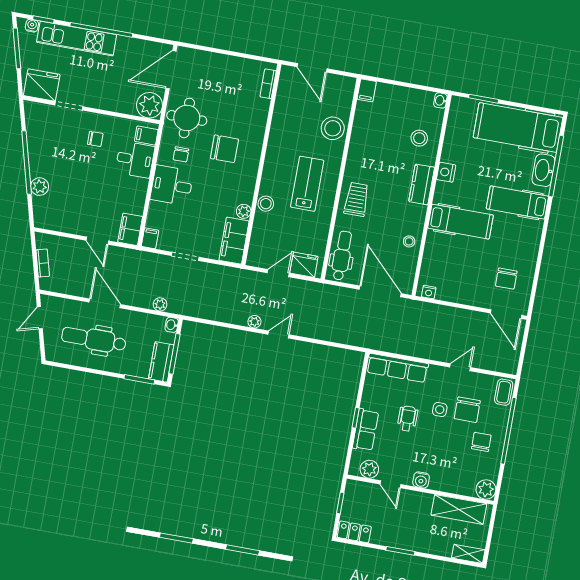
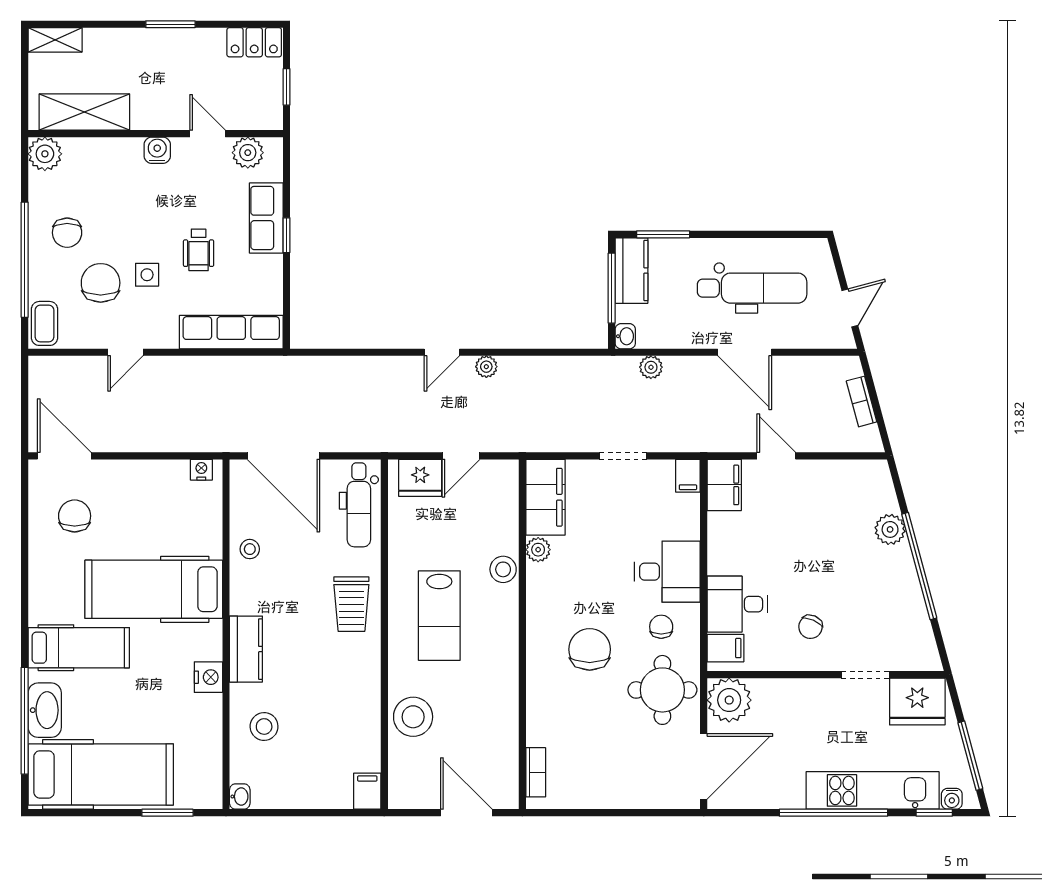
chair: (95, 139) -> (810, 627), turned -66
chair: (224, 149) -> (590, 649), turned 90
hospital bed: (460, 222) -> (154, 589), width x1.37, depth x1.29

